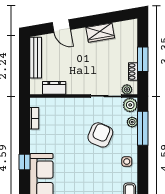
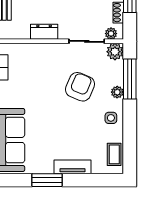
dresser: (54, 88) -> (44, 32), moved
plant: (132, 122) -> (117, 92), moved

